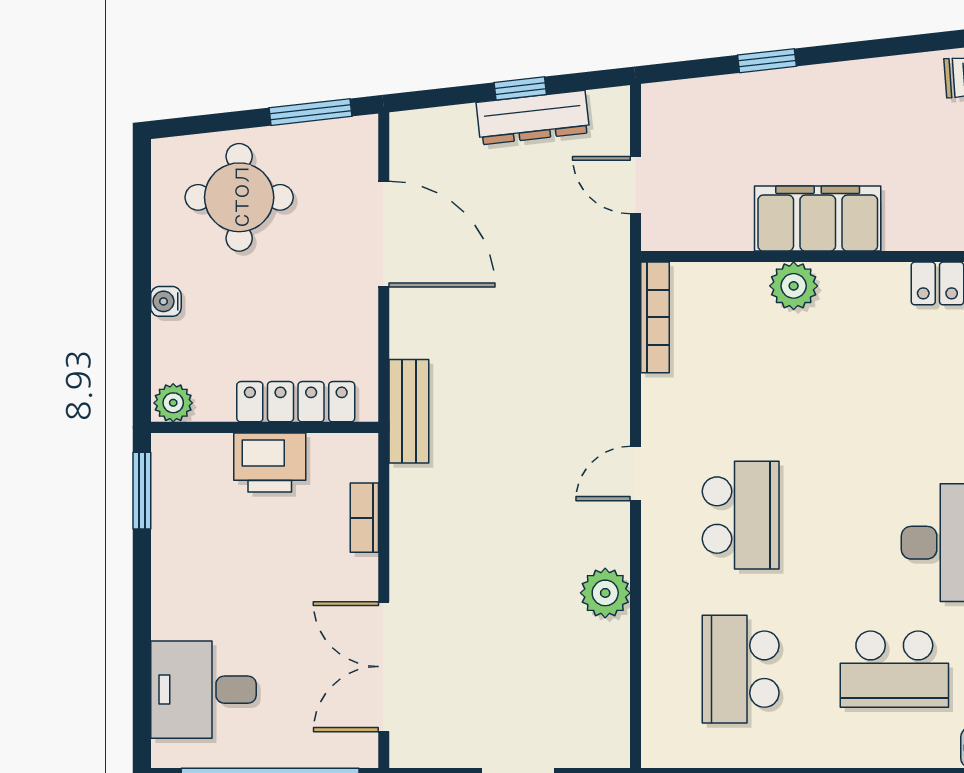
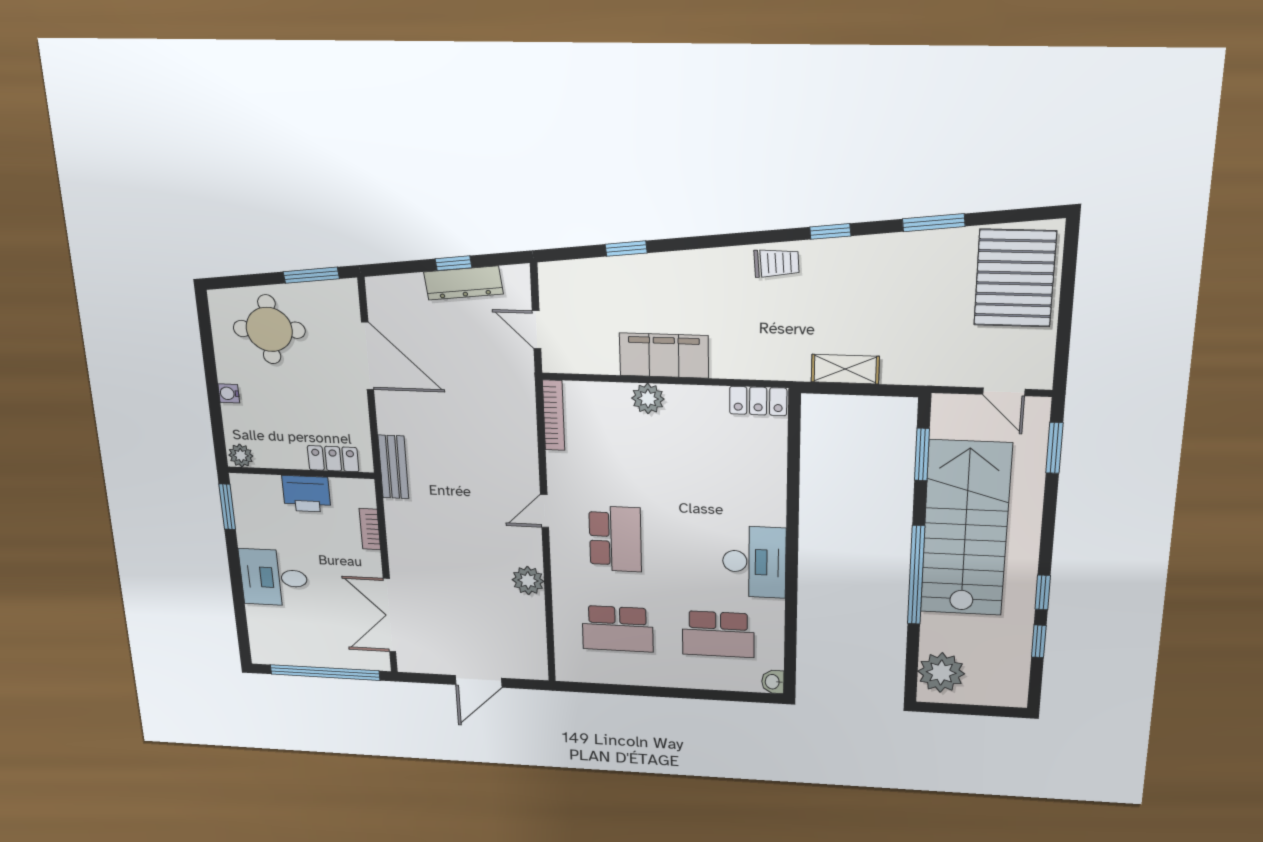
locker: (296, 402) -> (333, 459), width x0.66
school desk: (741, 669) -> (618, 629), turned -90
desk: (203, 690) -> (274, 578), moved

